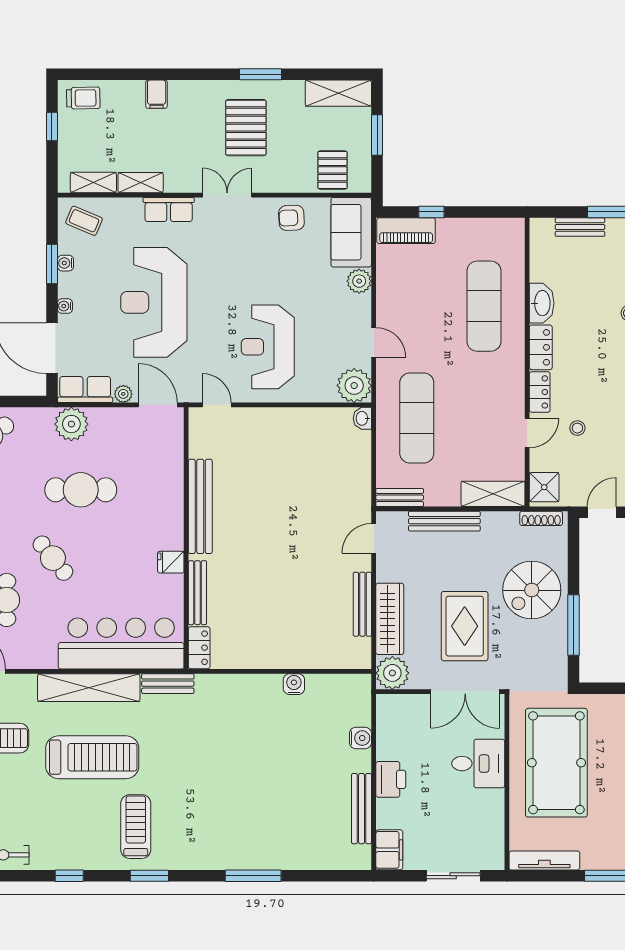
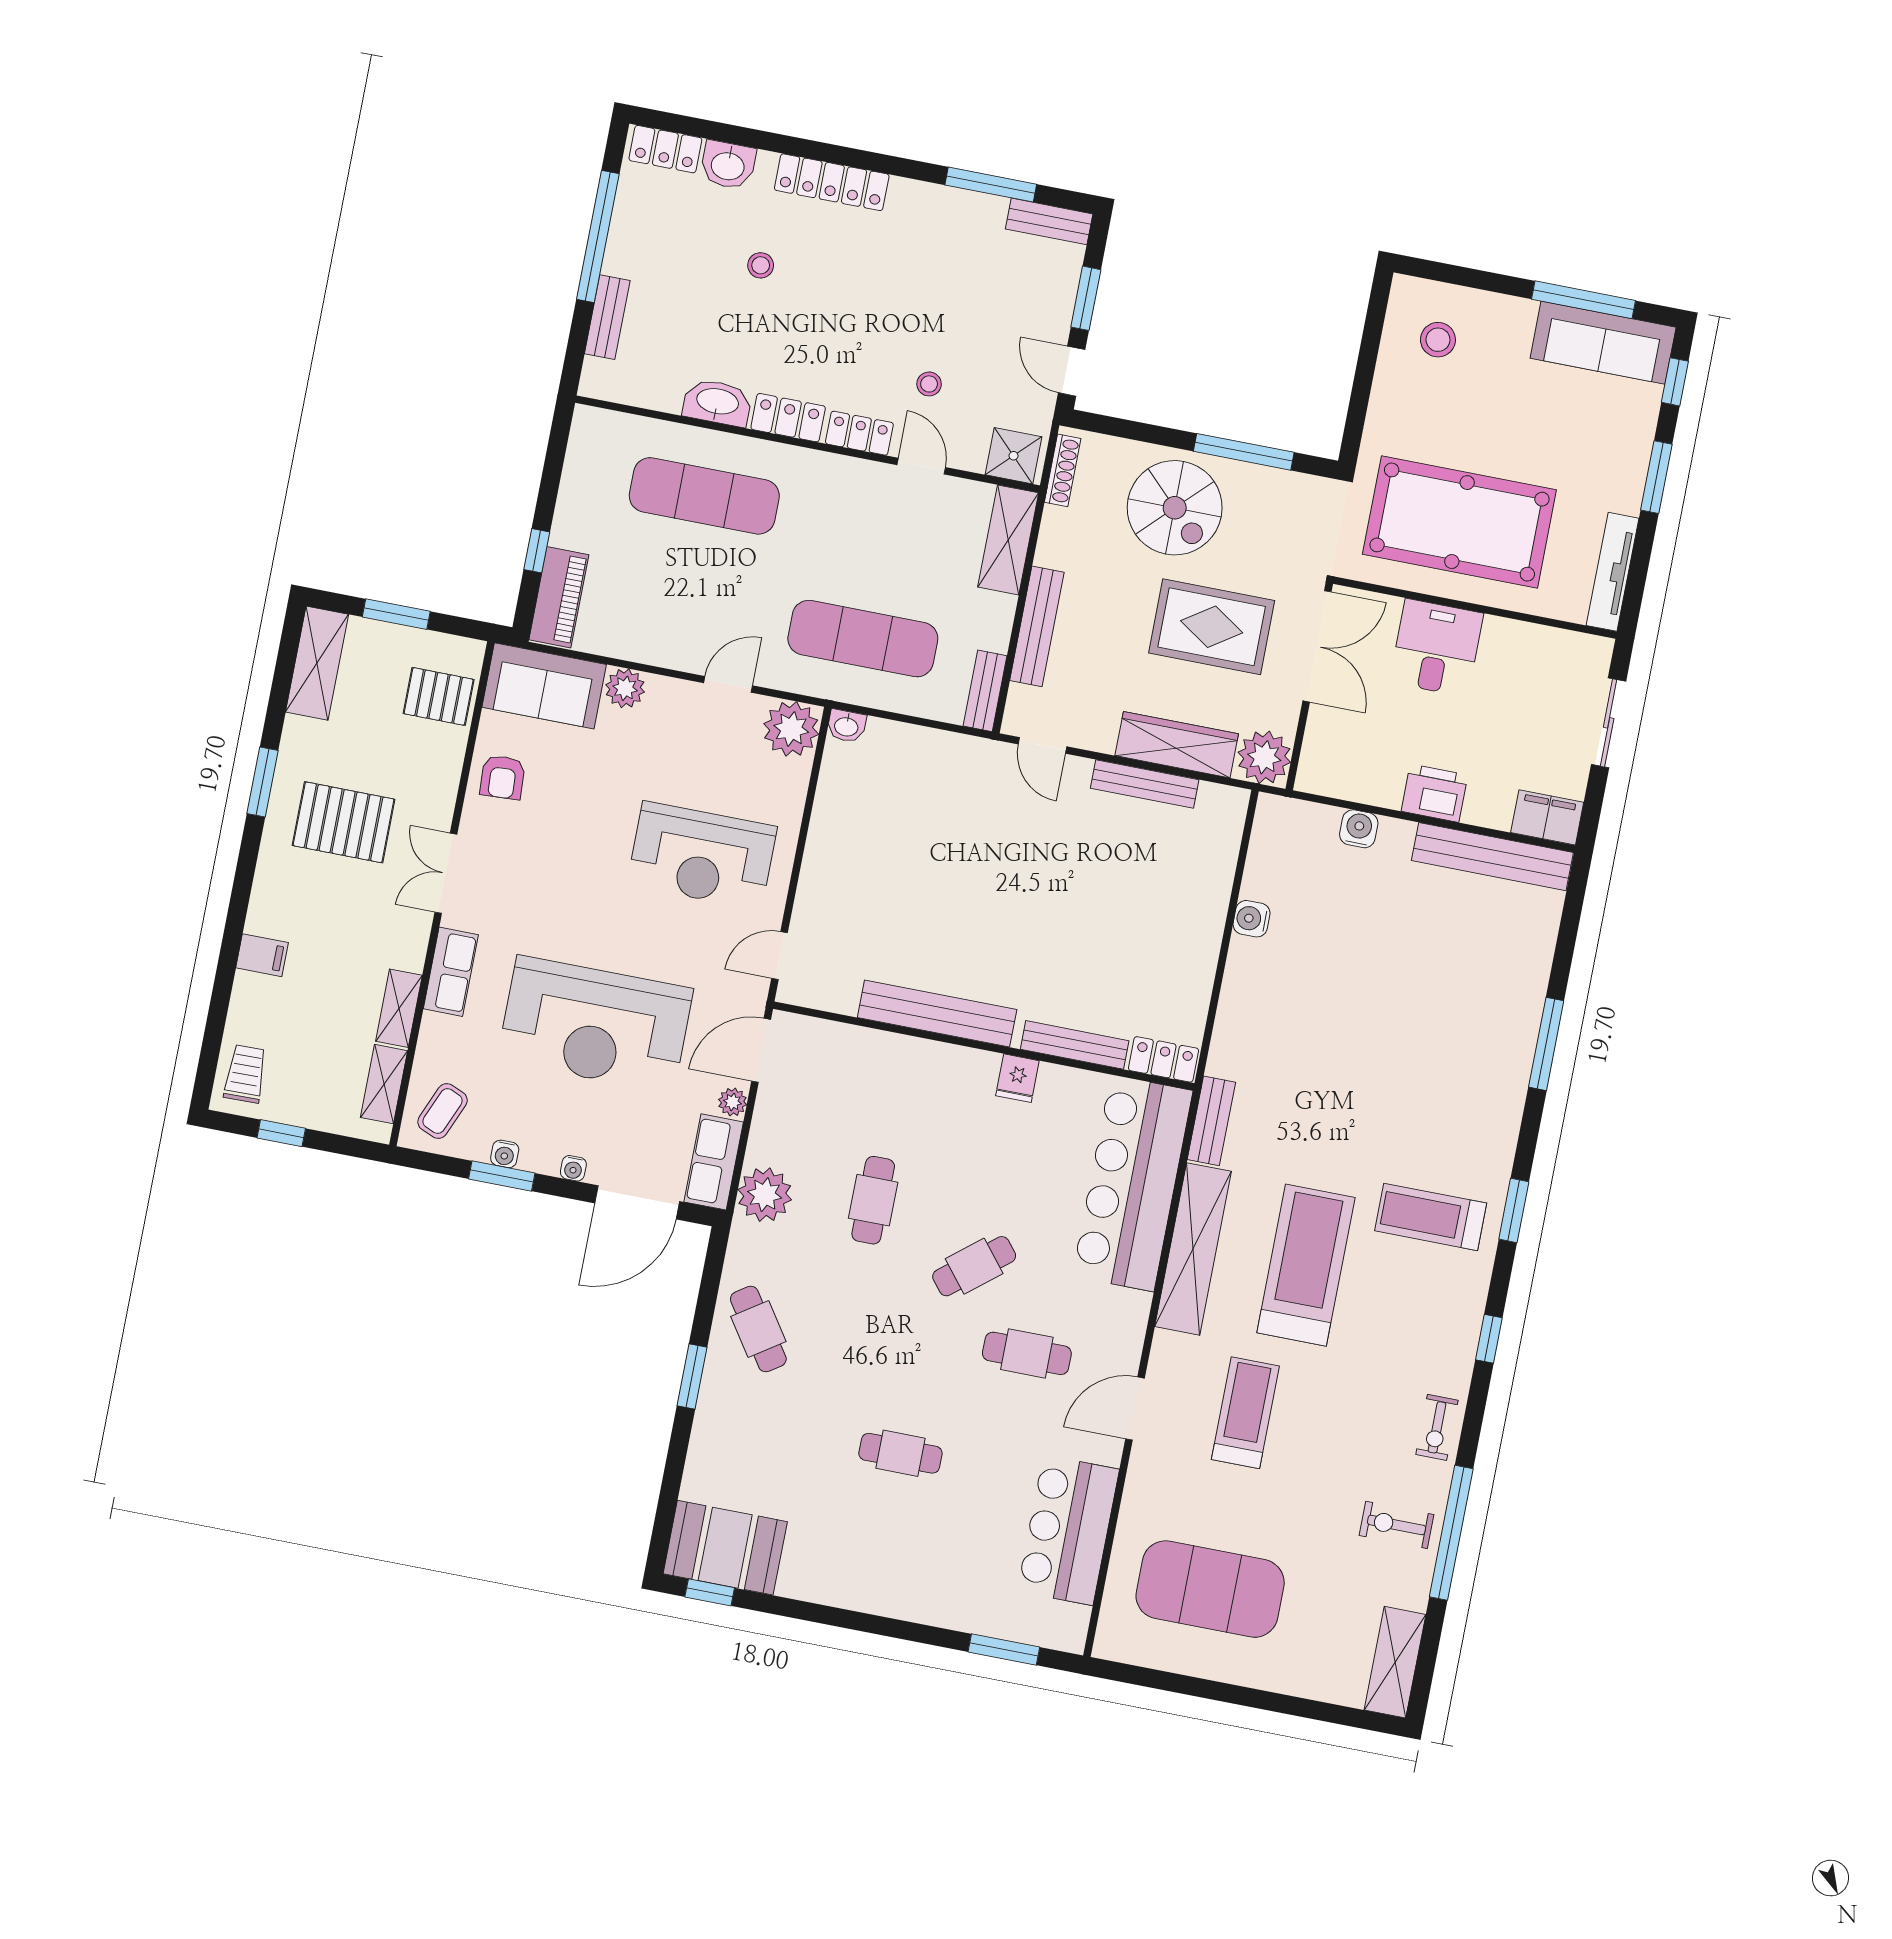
cafe table: (81, 490) -> (873, 1200), width x0.73, depth x0.74
bench: (361, 809) -> (1492, 857), width x1.37, depth x1.21

